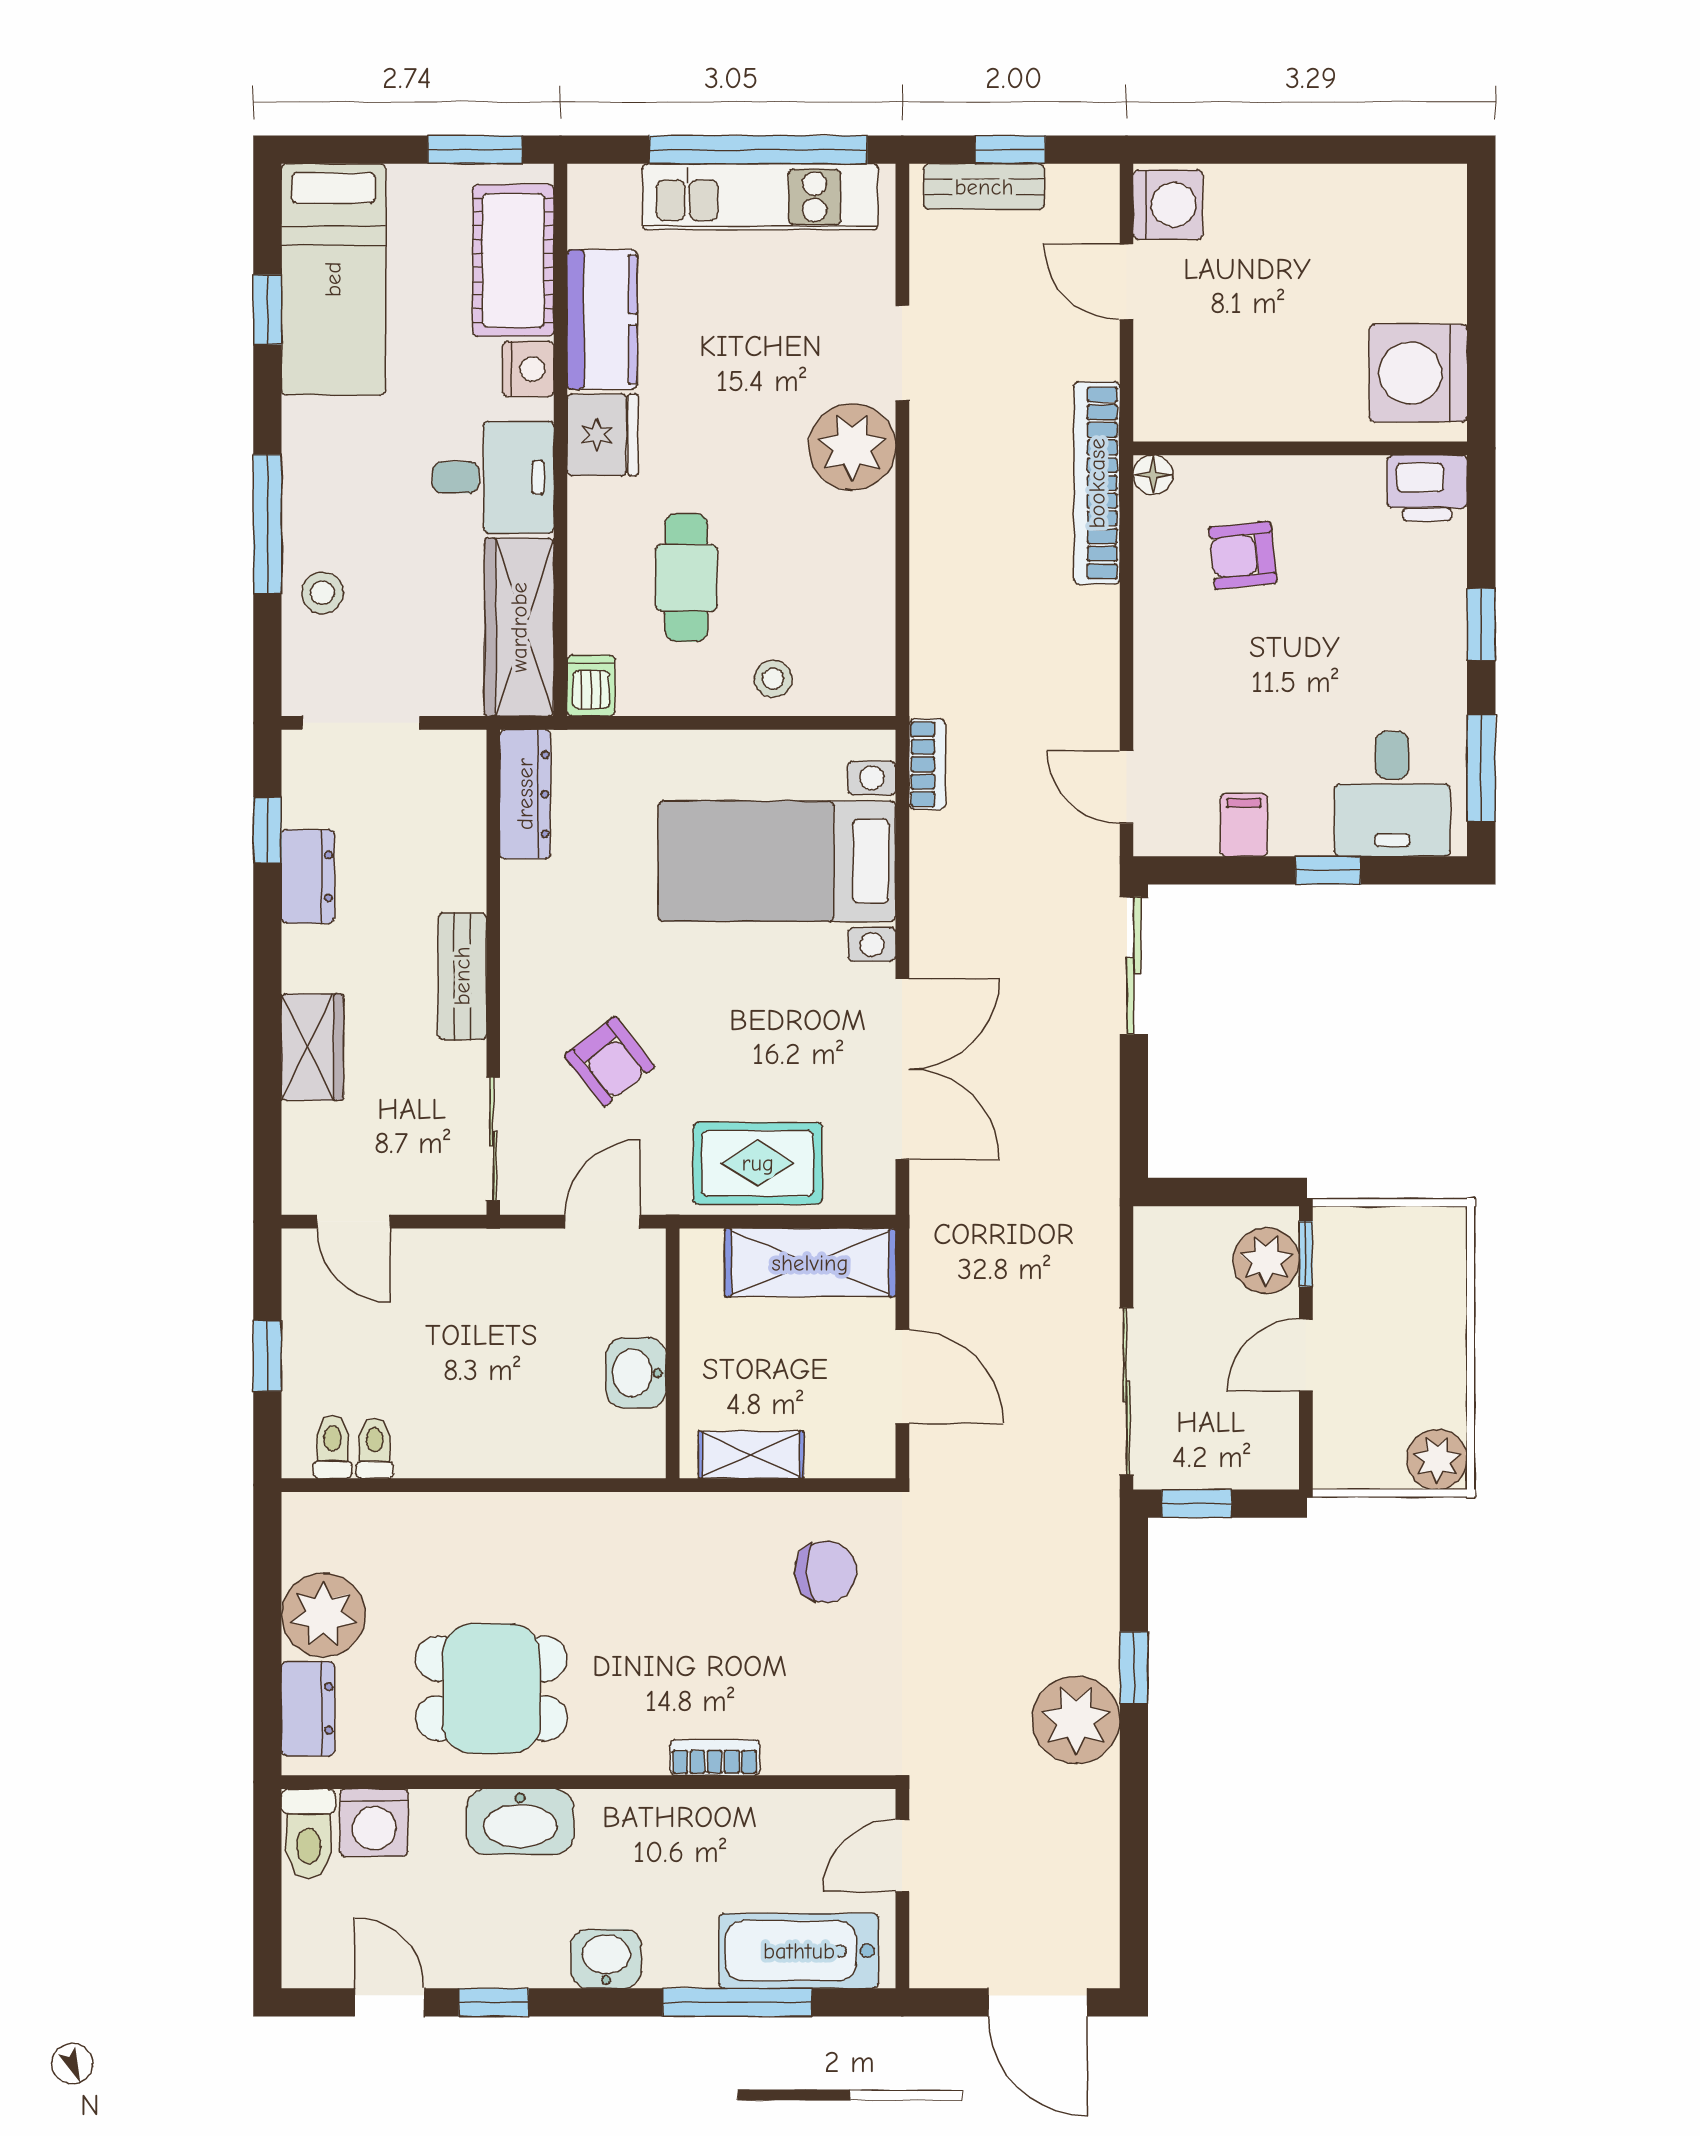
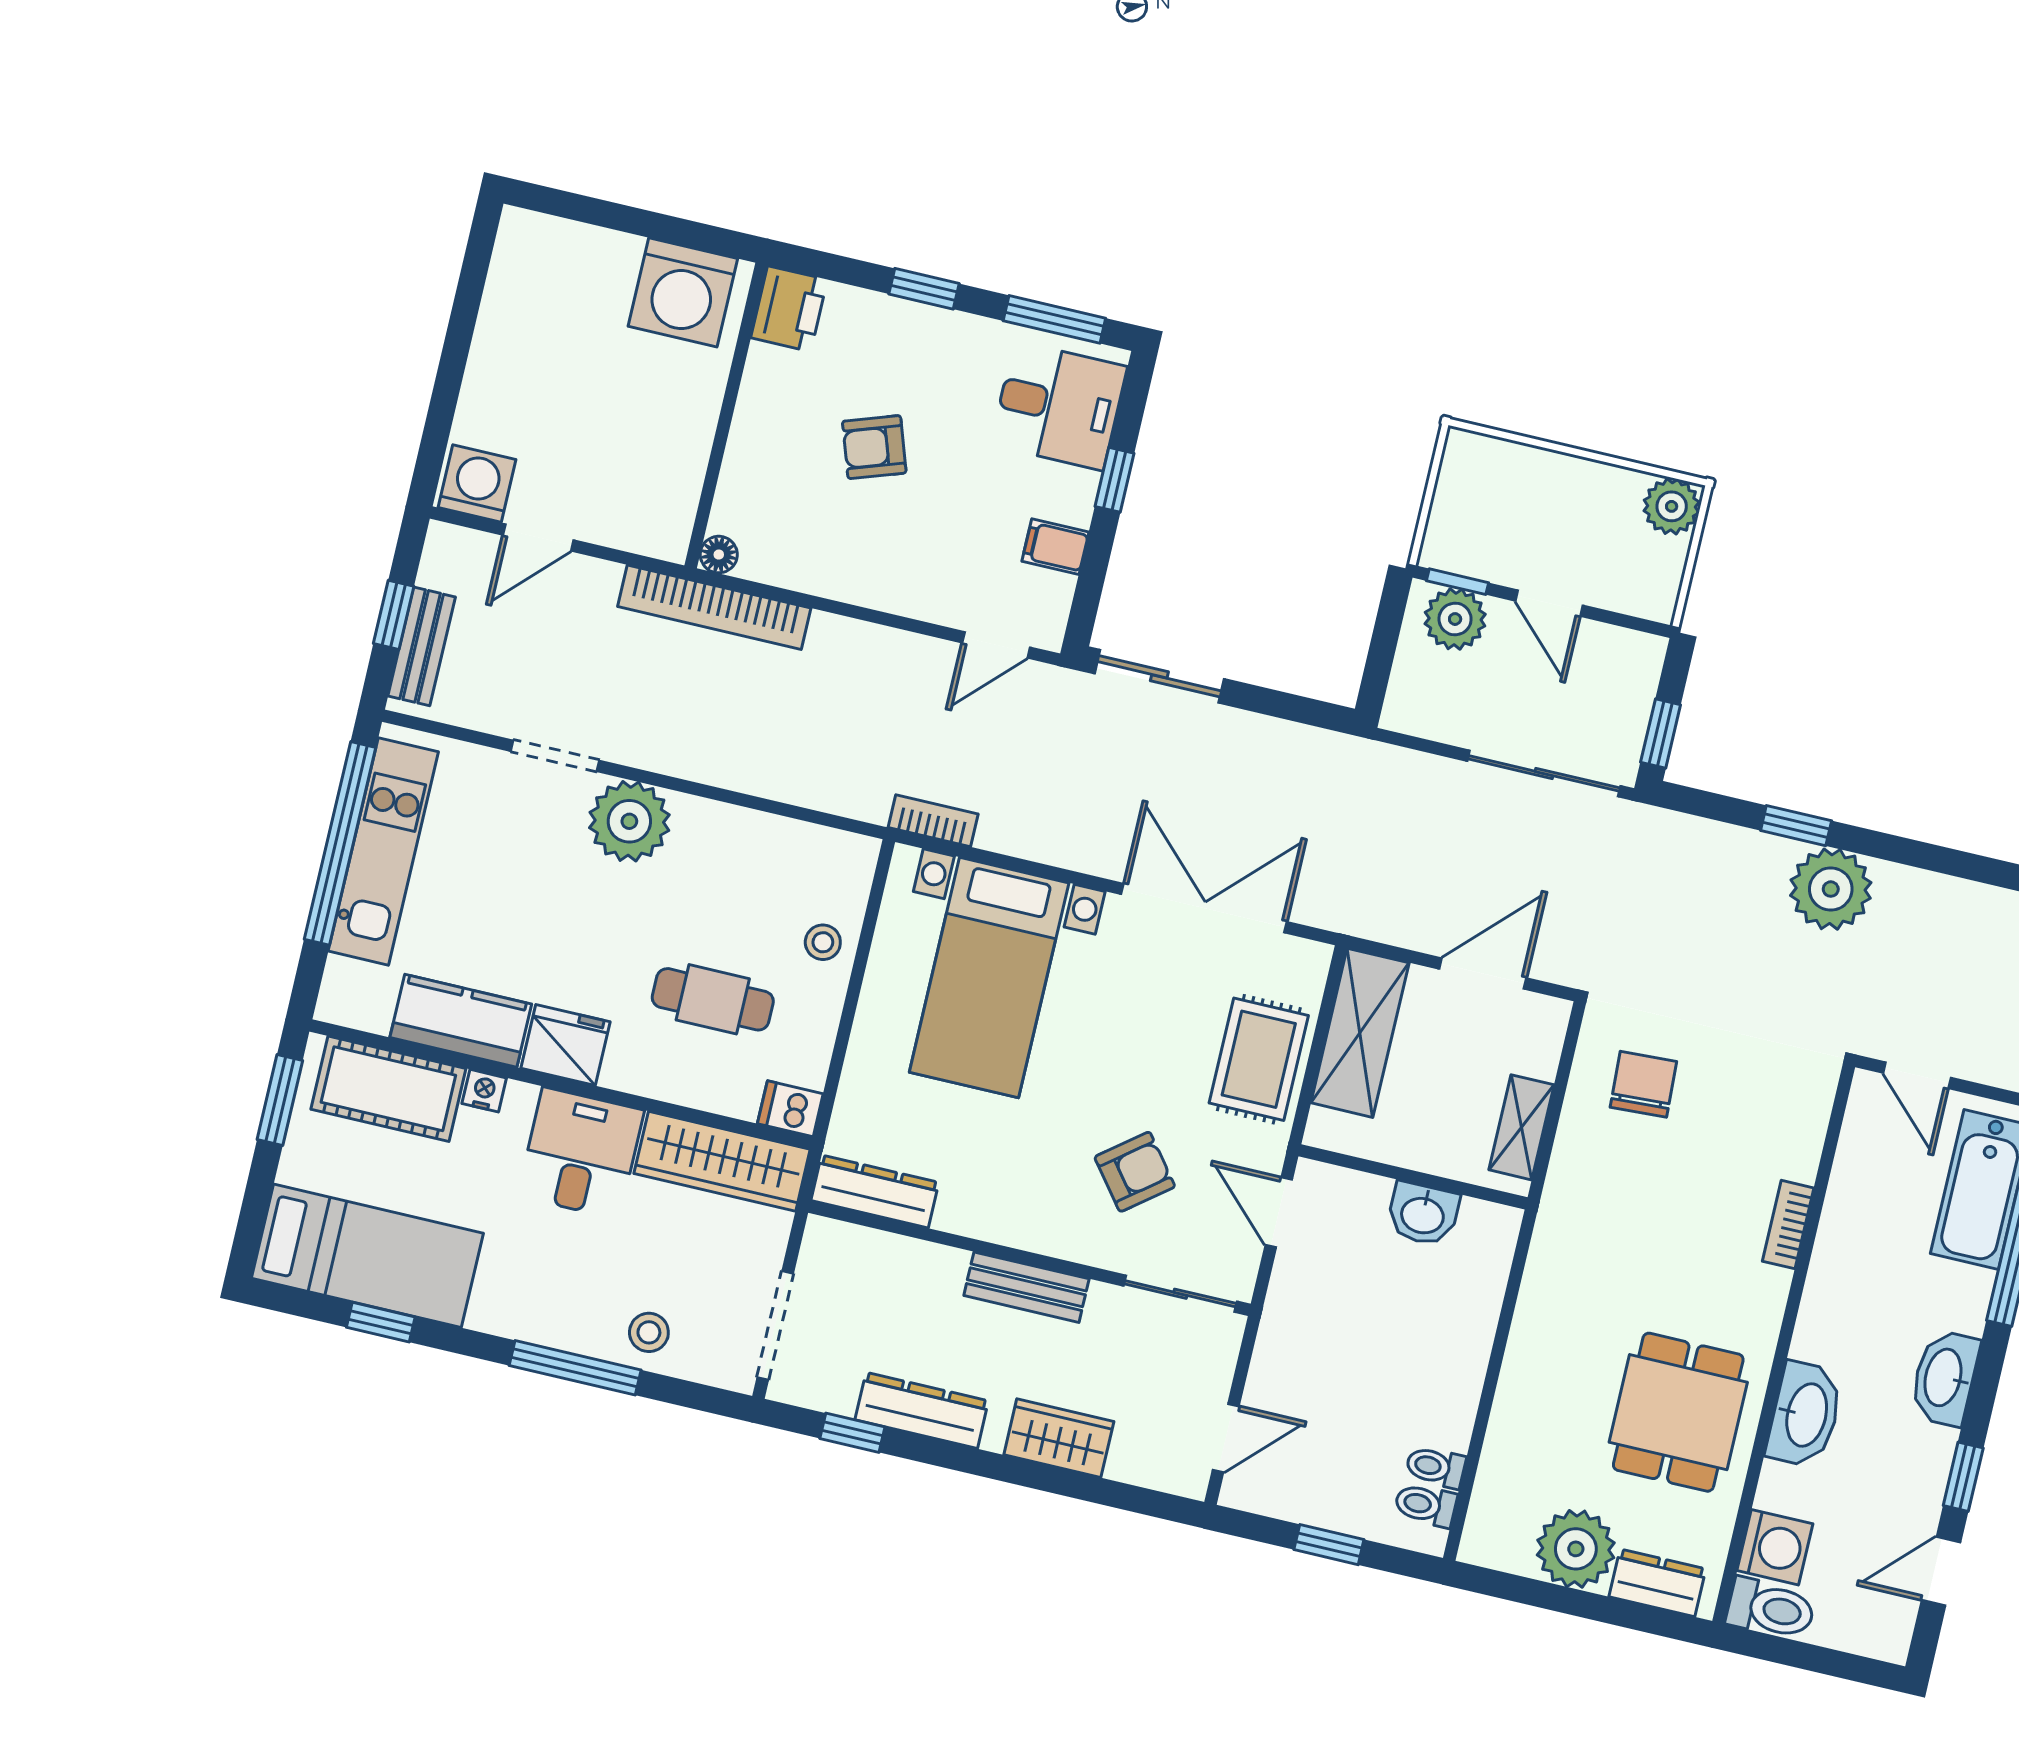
nightstand: (528, 369) -> (484, 1091), width x0.72, depth x0.74
armchair: (1243, 555) -> (874, 447), moved, turned 77
dresser: (308, 876) -> (922, 1410), width x1.44
washbasin: (606, 1959) -> (1945, 1378), width x1.38

